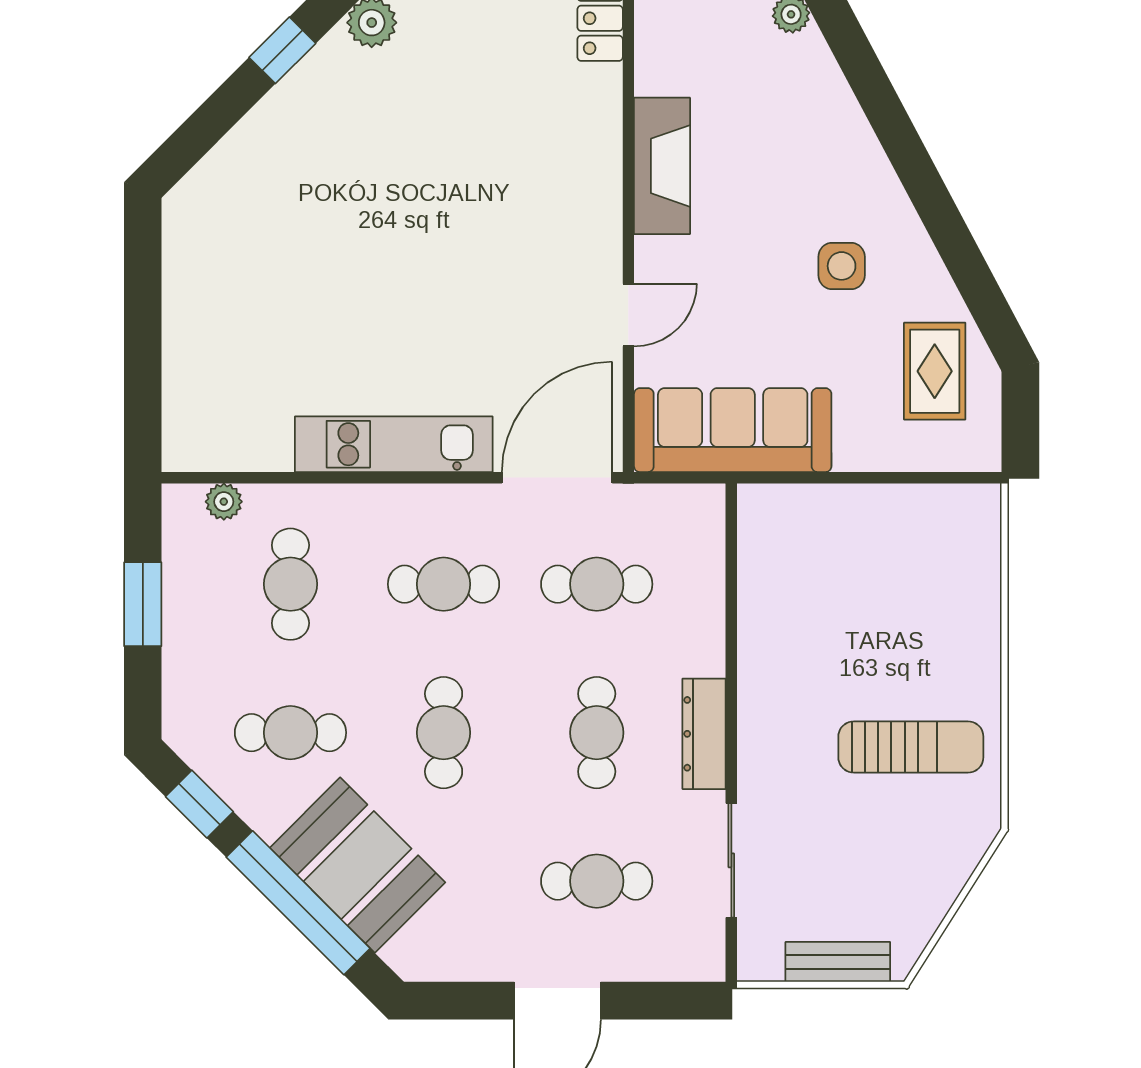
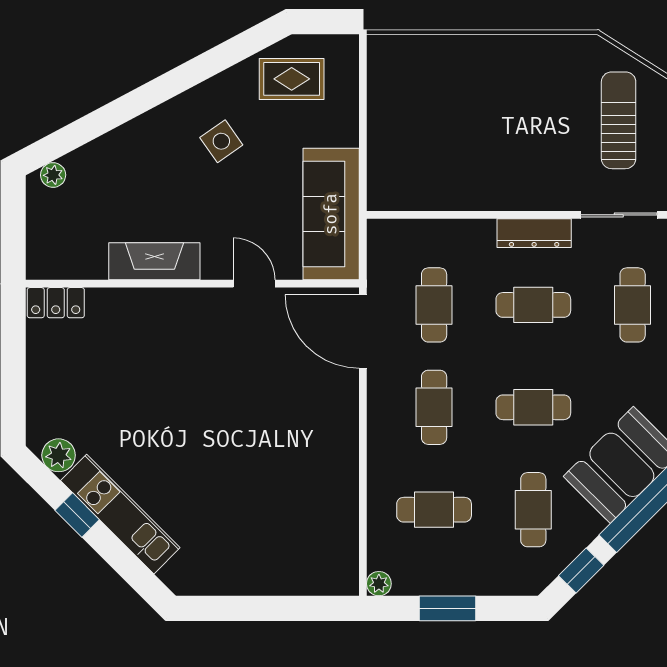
side table: (842, 266) -> (221, 141), turned -35
kitchen unit: (394, 444) -> (120, 514), moved, turned 135
plant: (224, 502) -> (379, 584), moved
sun lounger: (911, 747) -> (619, 120), moved

